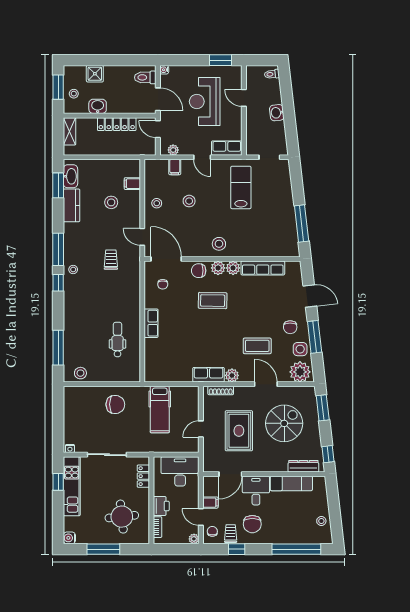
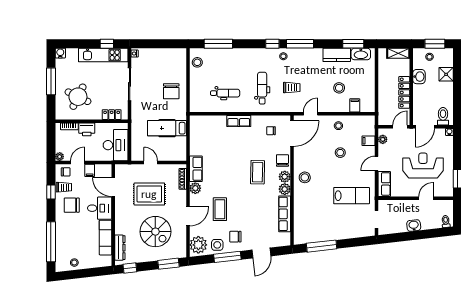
dental chair: (112, 295) -> (262, 88), added
round table: (122, 517) -> (78, 97), turned 32

